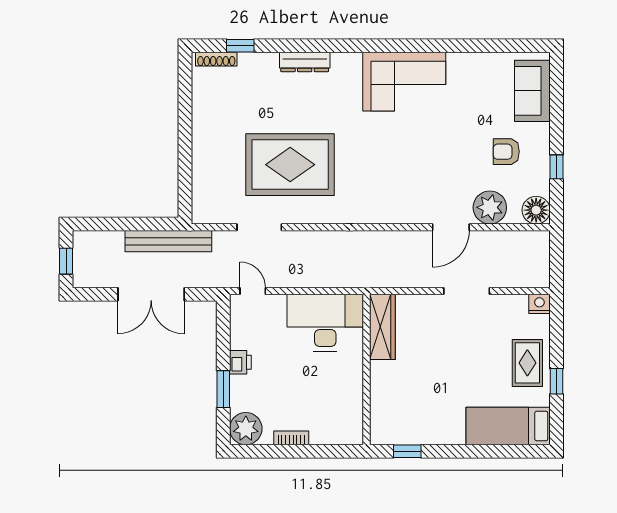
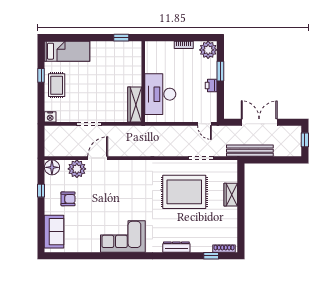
wardrobe: (204, 160) -> (231, 195), added
desk: (325, 323) -> (160, 94), moved, turned 90

